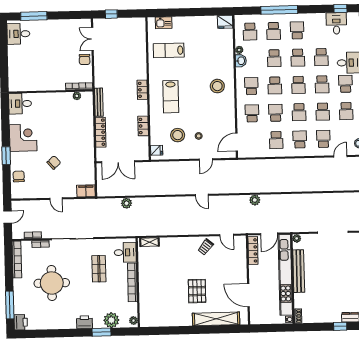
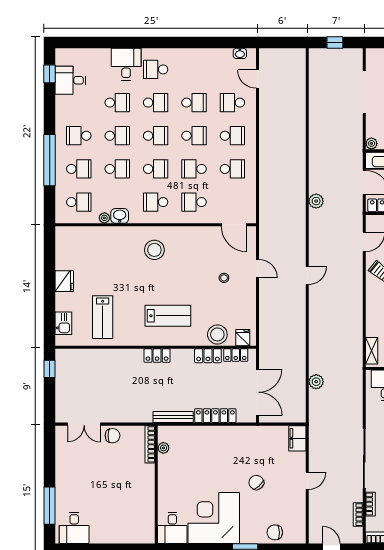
window: (111, 14) -> (50, 369), moved
fridge: (225, 22) -> (64, 281), moved
school desk: (346, 111) -> (194, 69), removed
stool: (178, 135) -> (217, 334), moved
corner desk: (23, 138) -> (214, 518), width x1.36, depth x1.36
school desk: (300, 139) -> (232, 136), turned 180
locker: (144, 146) -> (236, 355), added

